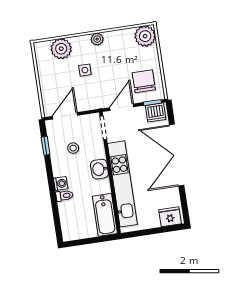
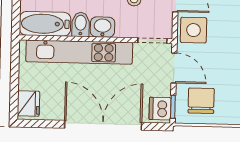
side table: (85, 70) -> (194, 30), moved, width x1.87, depth x1.87
chair: (144, 81) -> (201, 101), turned -90
bidet: (100, 187) -> (81, 24), added

